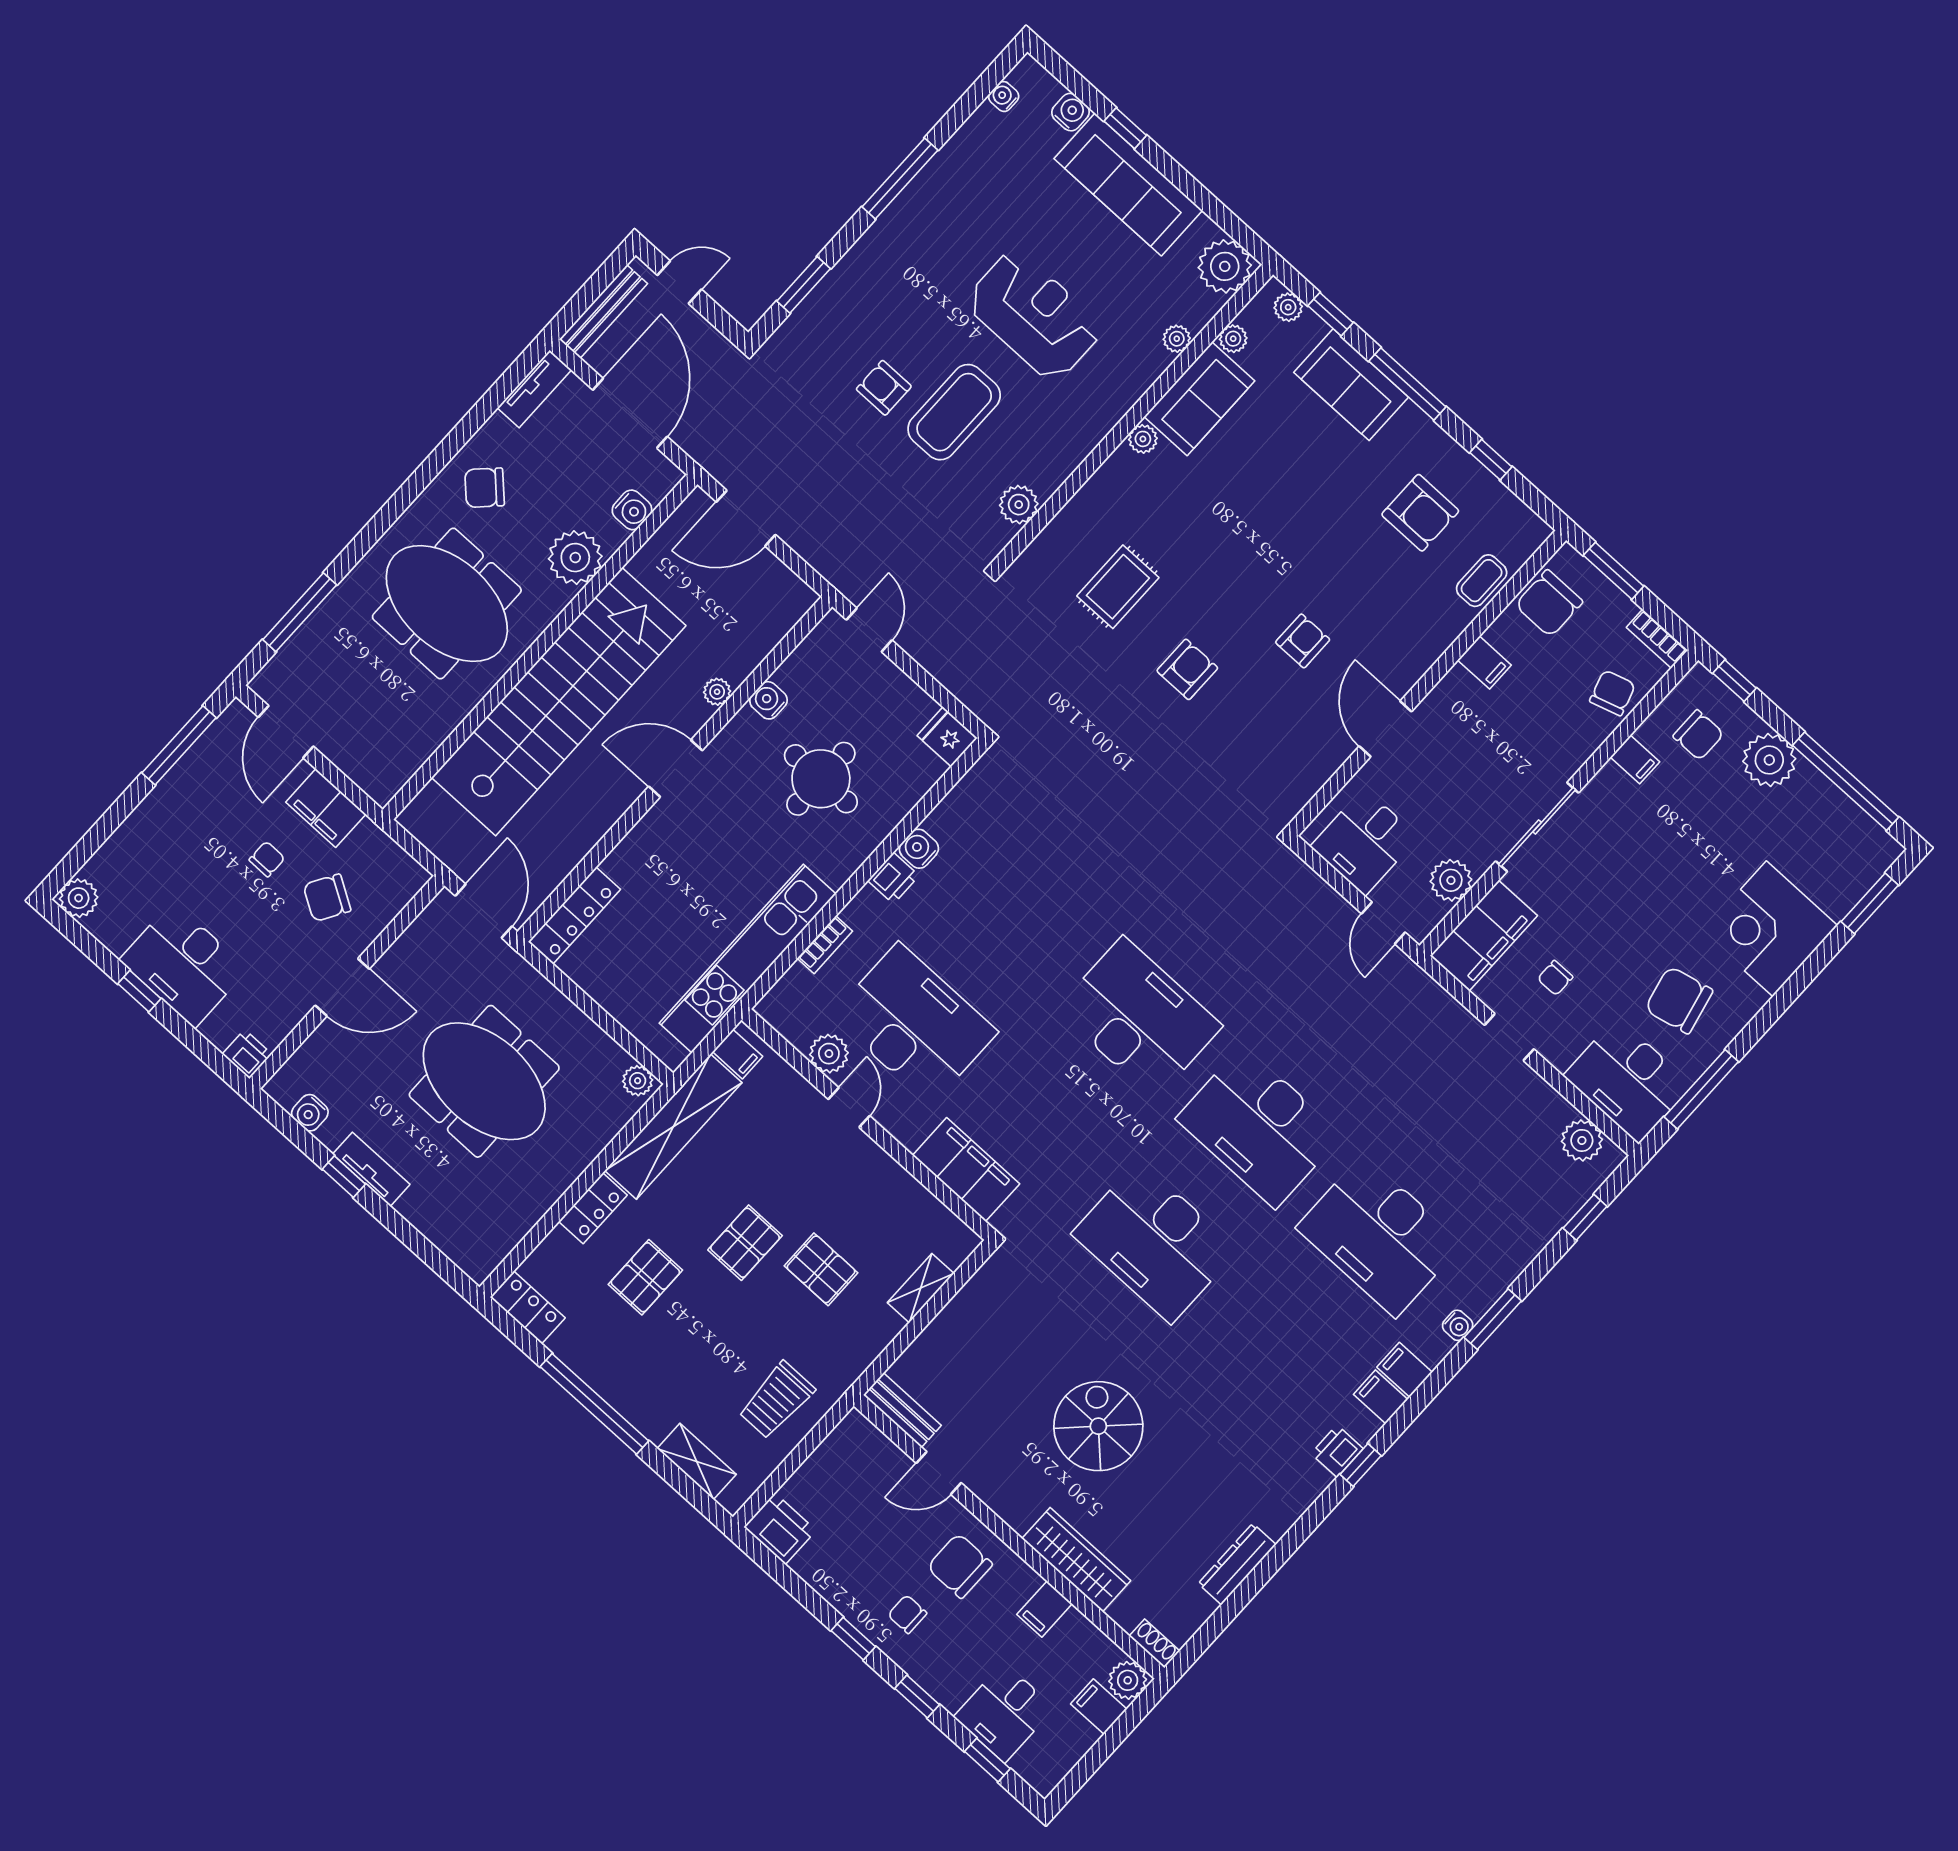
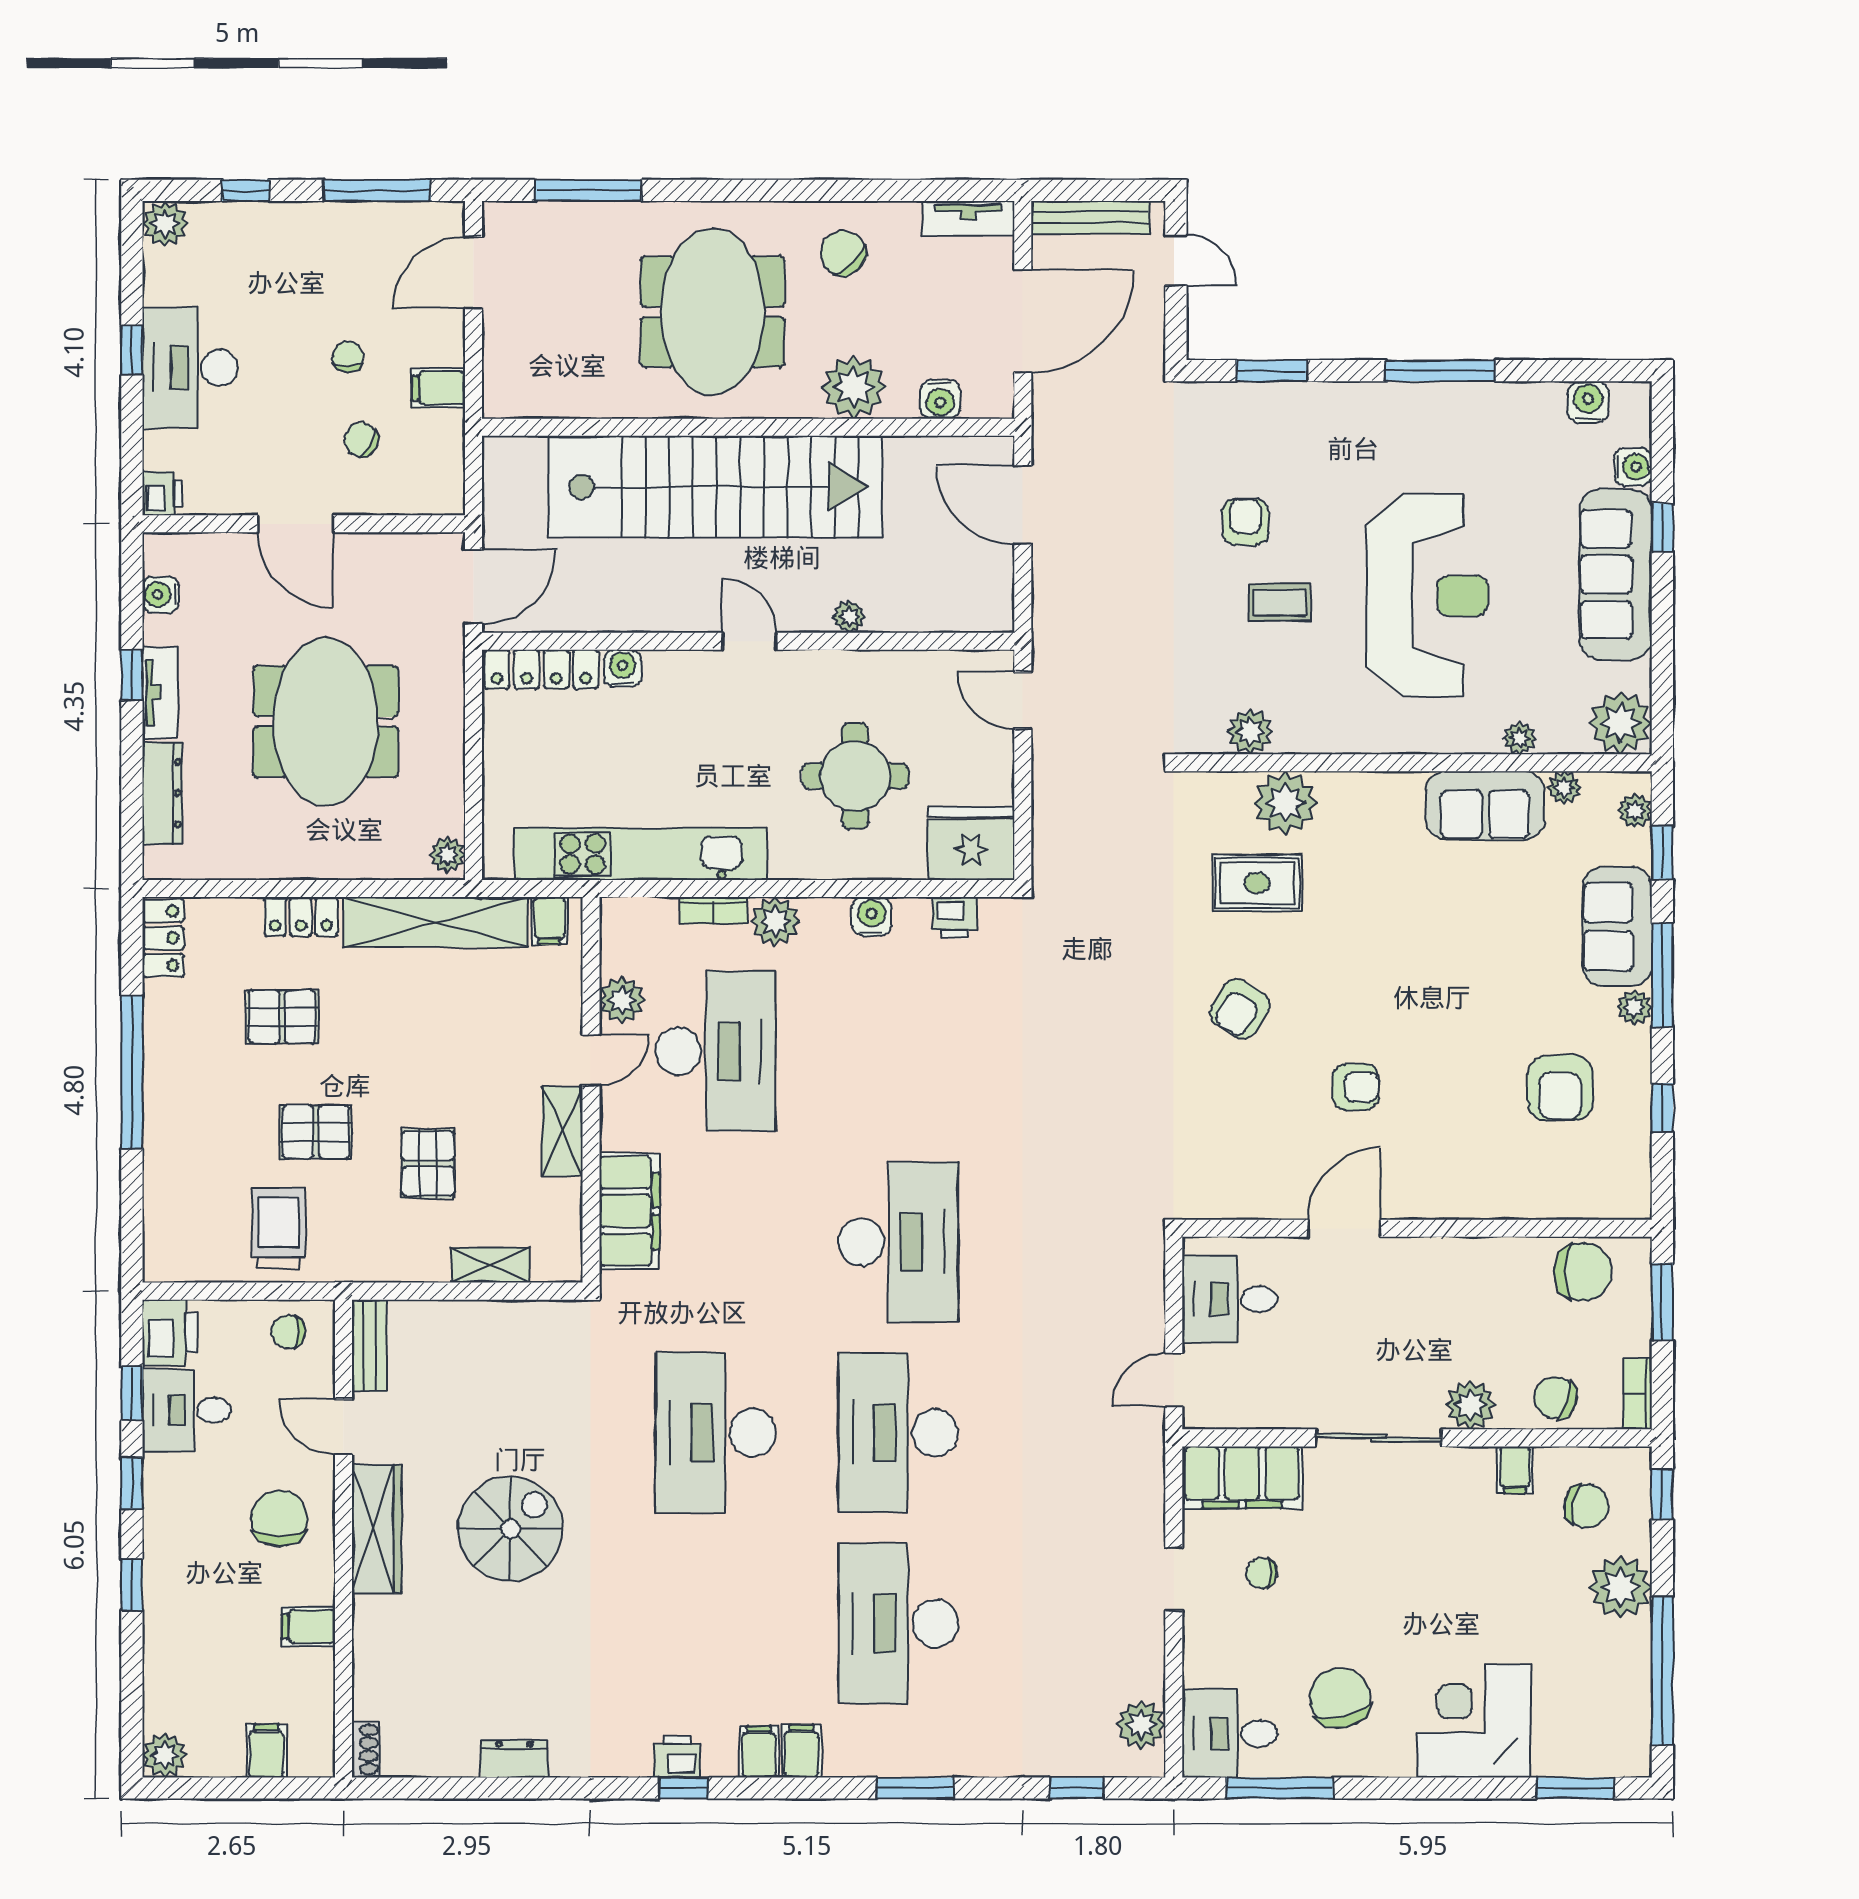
water cooler: (1004, 96) -> (1588, 402), width x1.38, depth x1.38
reception desk: (1034, 315) -> (1427, 596), width x1.36, depth x1.30
coffee table: (954, 412) -> (1280, 602), width x0.54, depth x0.58
plant: (1412, 420) -> (1634, 1007), added
plant: (1143, 439) -> (1285, 803), moved, width x1.88, depth x1.88
coffee table: (1482, 581) -> (1550, 1195), removed
chair: (1549, 603) -> (1583, 1272), turned 180
door: (869, 630) -> (1023, 701), swing flipped
filing cabinet: (1484, 663) -> (1480, 1262), removed
armchair: (1187, 669) -> (1240, 1009), turned 123
chair: (1613, 693) -> (1555, 1398), turned -145
water cooler: (768, 700) -> (623, 668), moved
chair: (1698, 735) -> (1586, 1506), turned -79
fridge: (947, 737) -> (971, 844), width x1.88, depth x1.34
door: (676, 768) -> (749, 641), width x0.73
filing cabinet: (326, 808) -> (439, 388), width x0.50
window: (104, 828) -> (246, 190), added
chair: (267, 859) -> (348, 357), turned -90
printer: (893, 878) -> (955, 918), moved
plant: (1451, 880) -> (1470, 1405), moved
chair: (327, 898) -> (361, 440), width x0.73, depth x0.73
plant: (867, 912) -> (775, 921), added
desk: (1628, 1080) -> (1230, 1733), width x0.73
dresser: (436, 1225) -> (162, 793), added
pallet: (745, 1243) -> (316, 1132), moved
water cooler: (1458, 1325) -> (882, 1762), removed
trolley: (776, 1400) -> (279, 1228), turned 90
shelving: (697, 1461) -> (562, 1131), moved
wardrobe: (1076, 1560) -> (377, 1529), moved
dresser: (1237, 1564) -> (515, 1759), width x0.70
chair: (907, 1614) -> (288, 1332), moved, turned -90
plant: (1128, 1680) -> (165, 1755), moved
desk: (1004, 1712) -> (187, 1410), moved
window: (987, 1760) -> (132, 1394), moved

